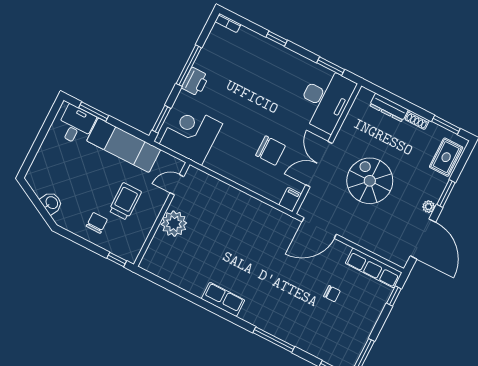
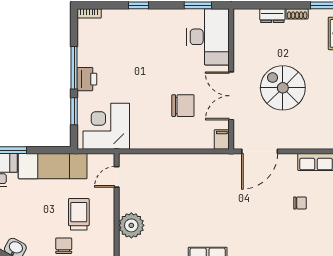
dresser: (389, 108) -> (272, 16), width x0.70
window: (161, 119) -> (74, 111), moved
plant: (174, 224) -> (131, 225), moved

